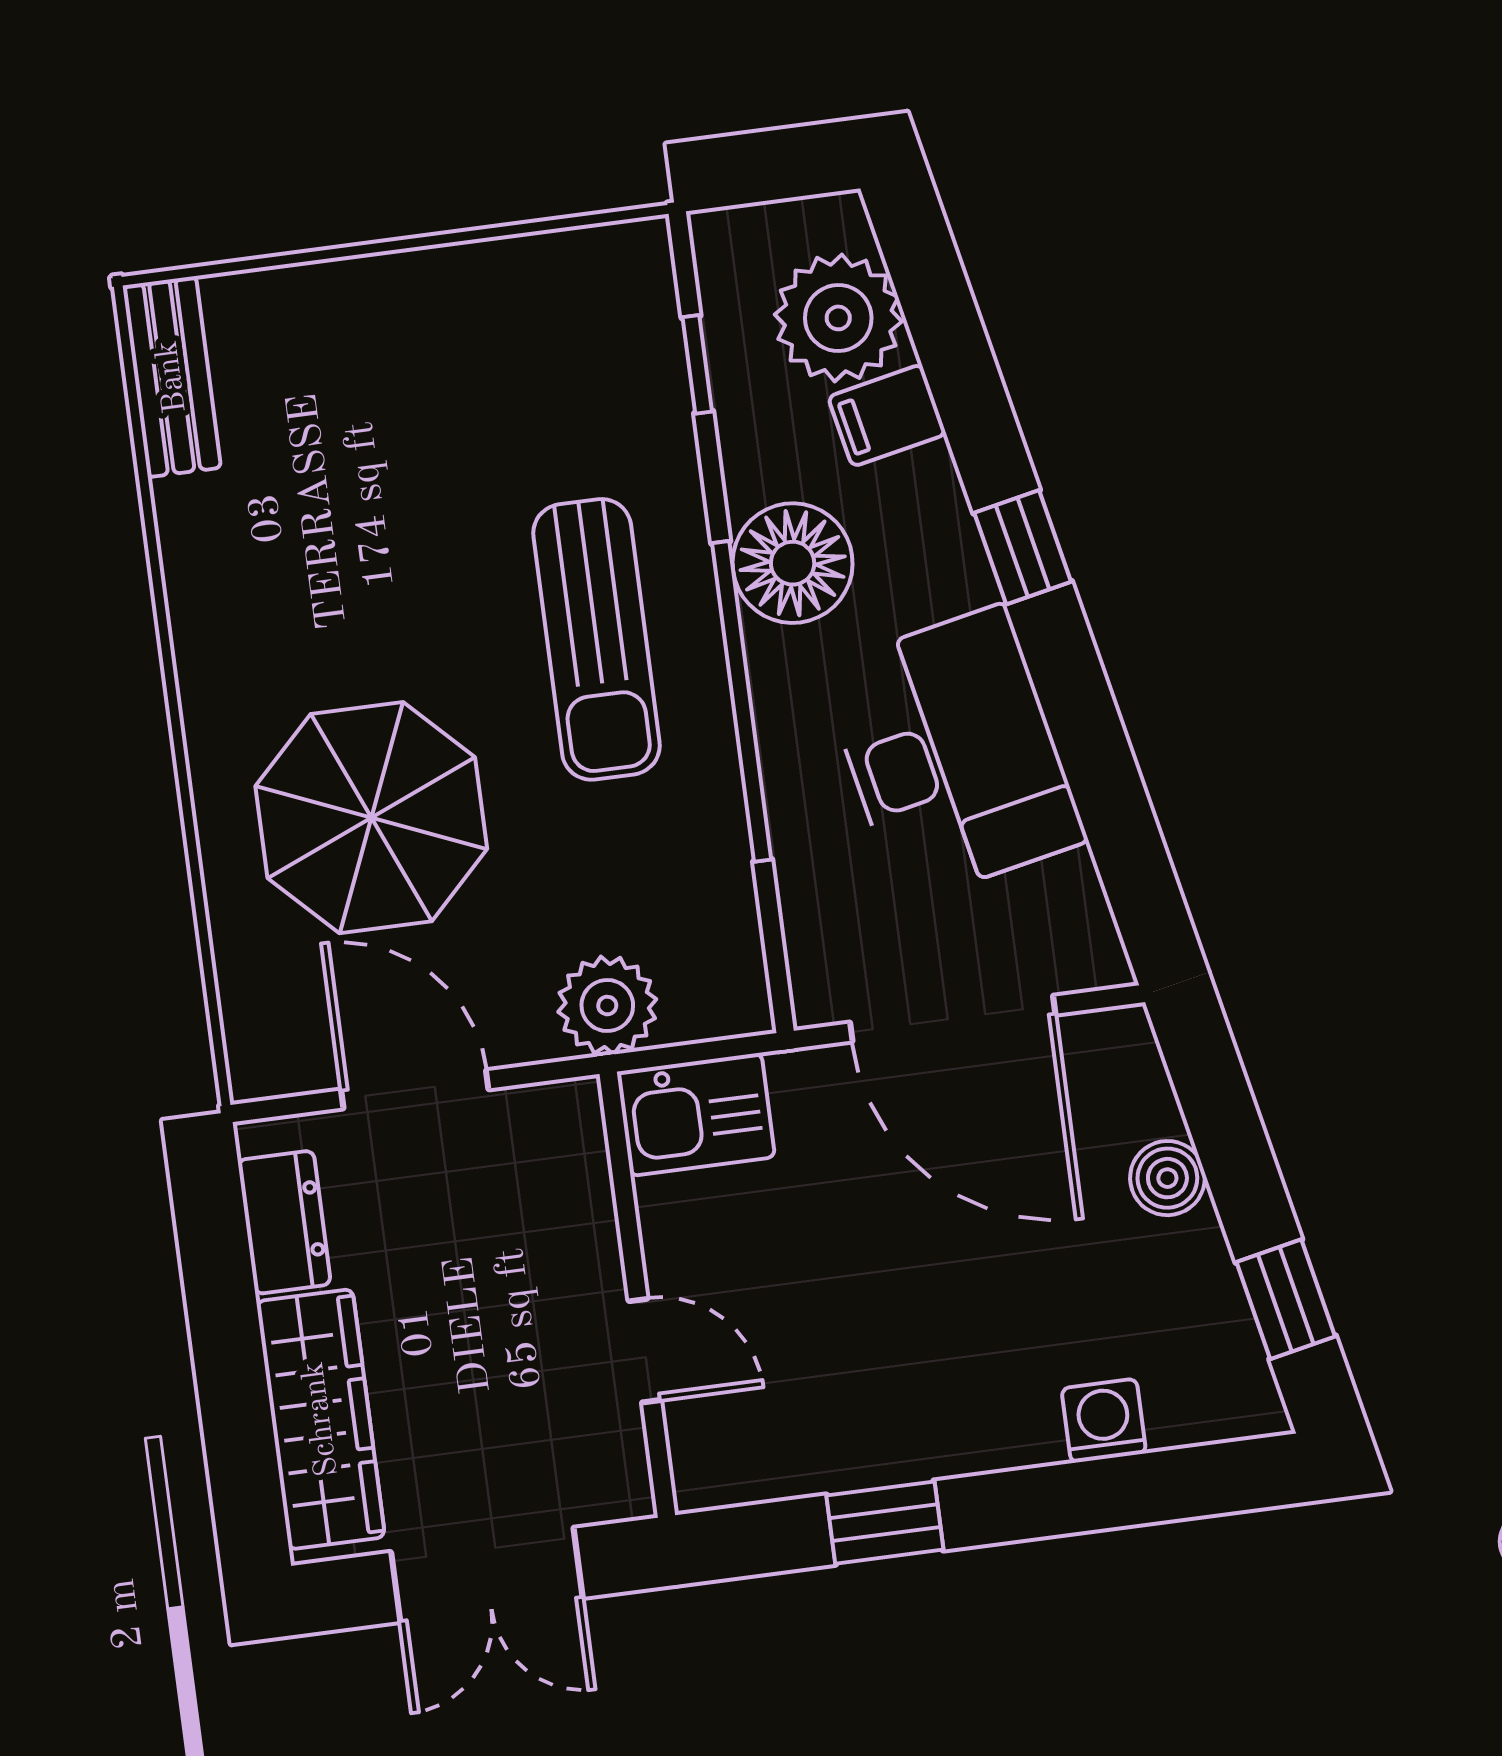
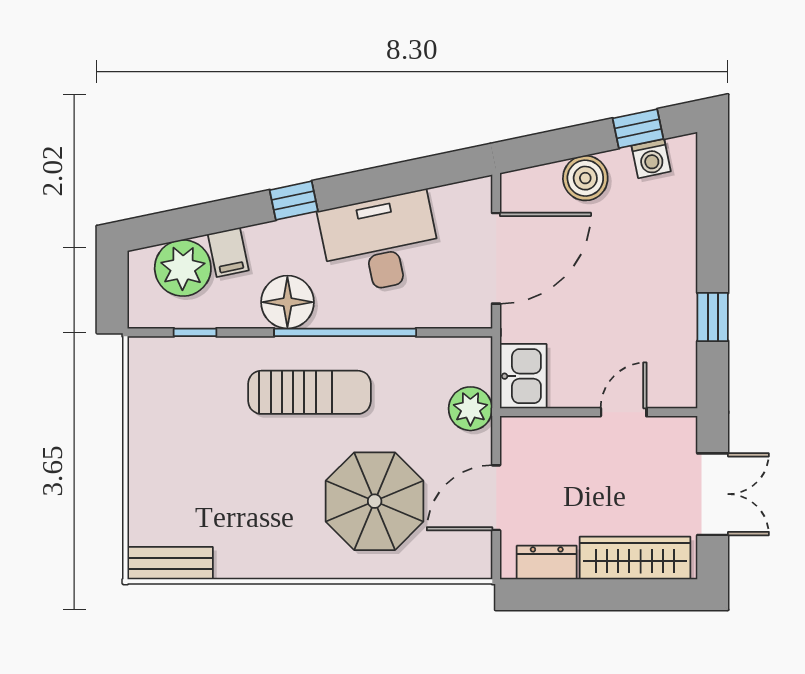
boiler: (1167, 1178) -> (585, 178), width x1.36, depth x1.36
washing machine: (1104, 1421) -> (651, 159), moved, turned -102

